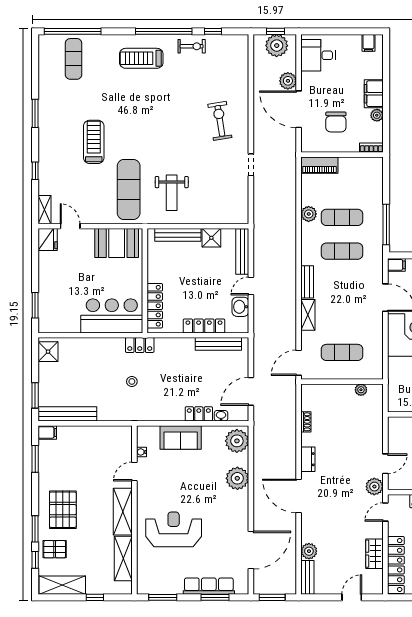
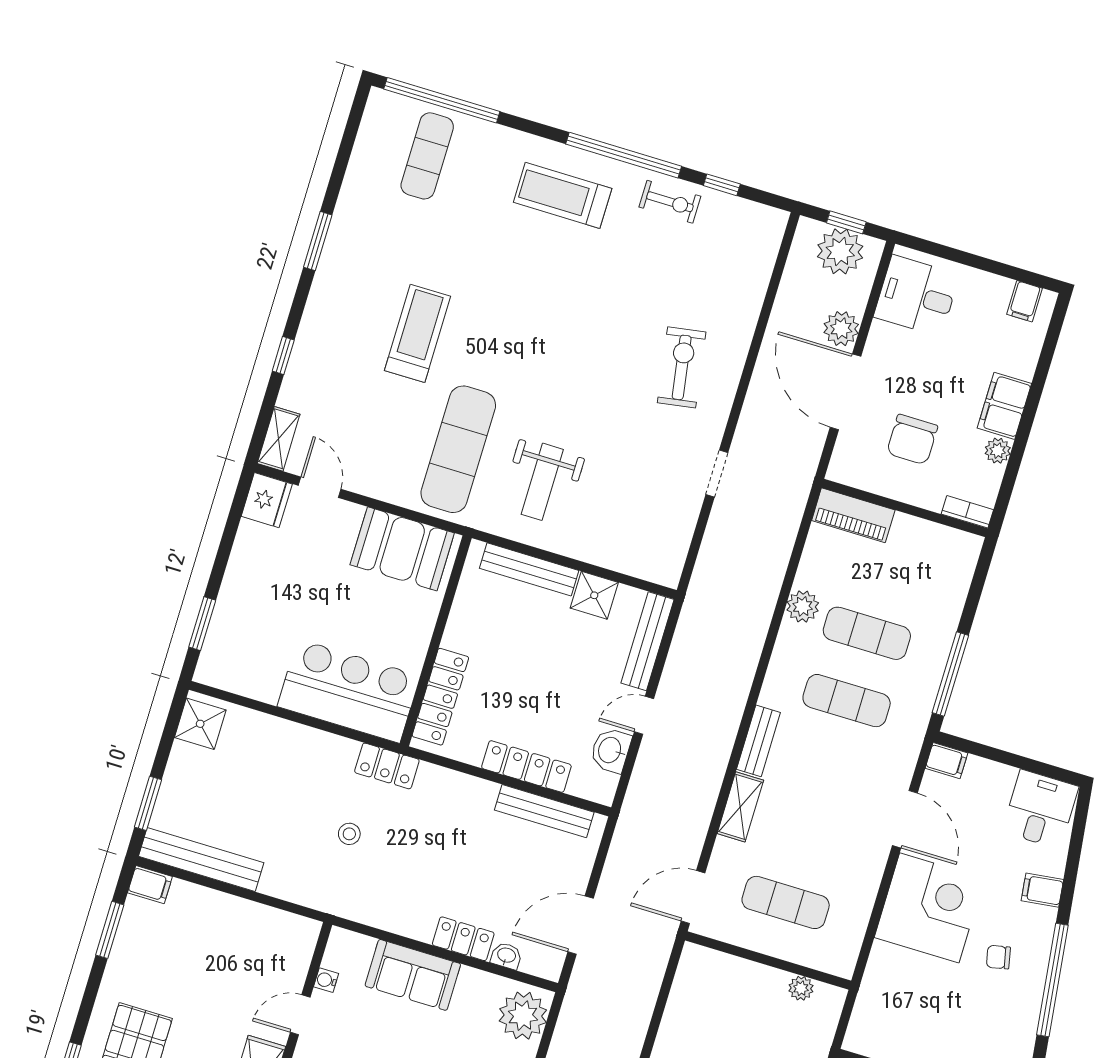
shoe rack: (306, 422) -> (672, 1019), removed

